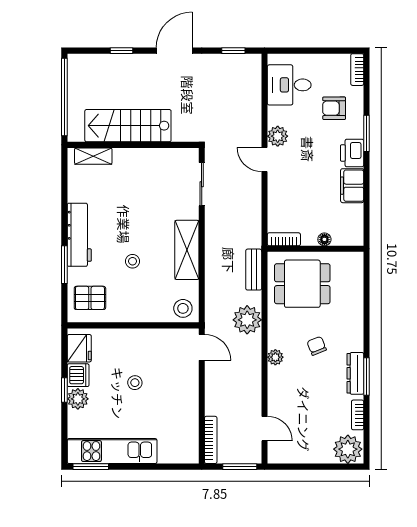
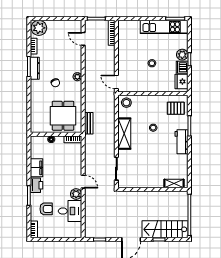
desk: (289, 85) -> (70, 211), moved
stairs: (128, 126) -> (165, 229), moved, turned 180
workbench: (79, 235) -> (181, 142), width x0.73
dining table: (302, 284) -> (63, 116), turned 90
plant: (247, 320) -> (92, 97), removed

